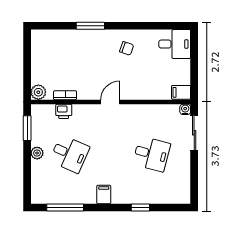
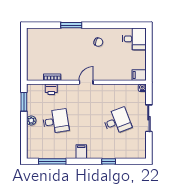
plant: (38, 92) -> (32, 75), removed
sliding door: (194, 133) -> (149, 118), moved
desk: (70, 154) -> (56, 121), turned -33
desk: (152, 154) -> (117, 121), turned -36

